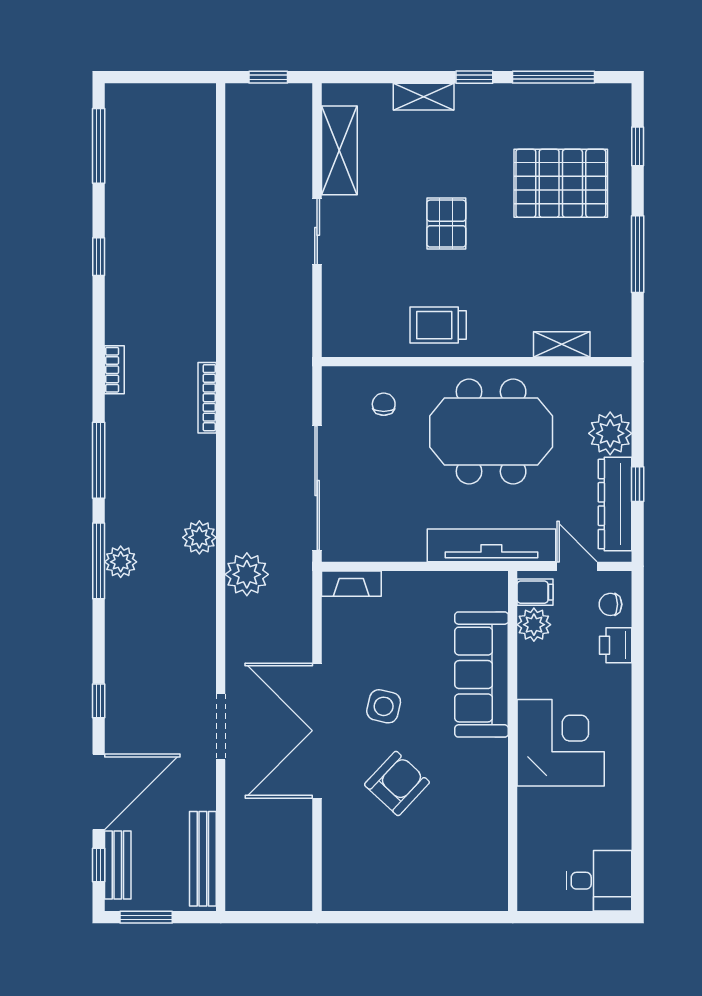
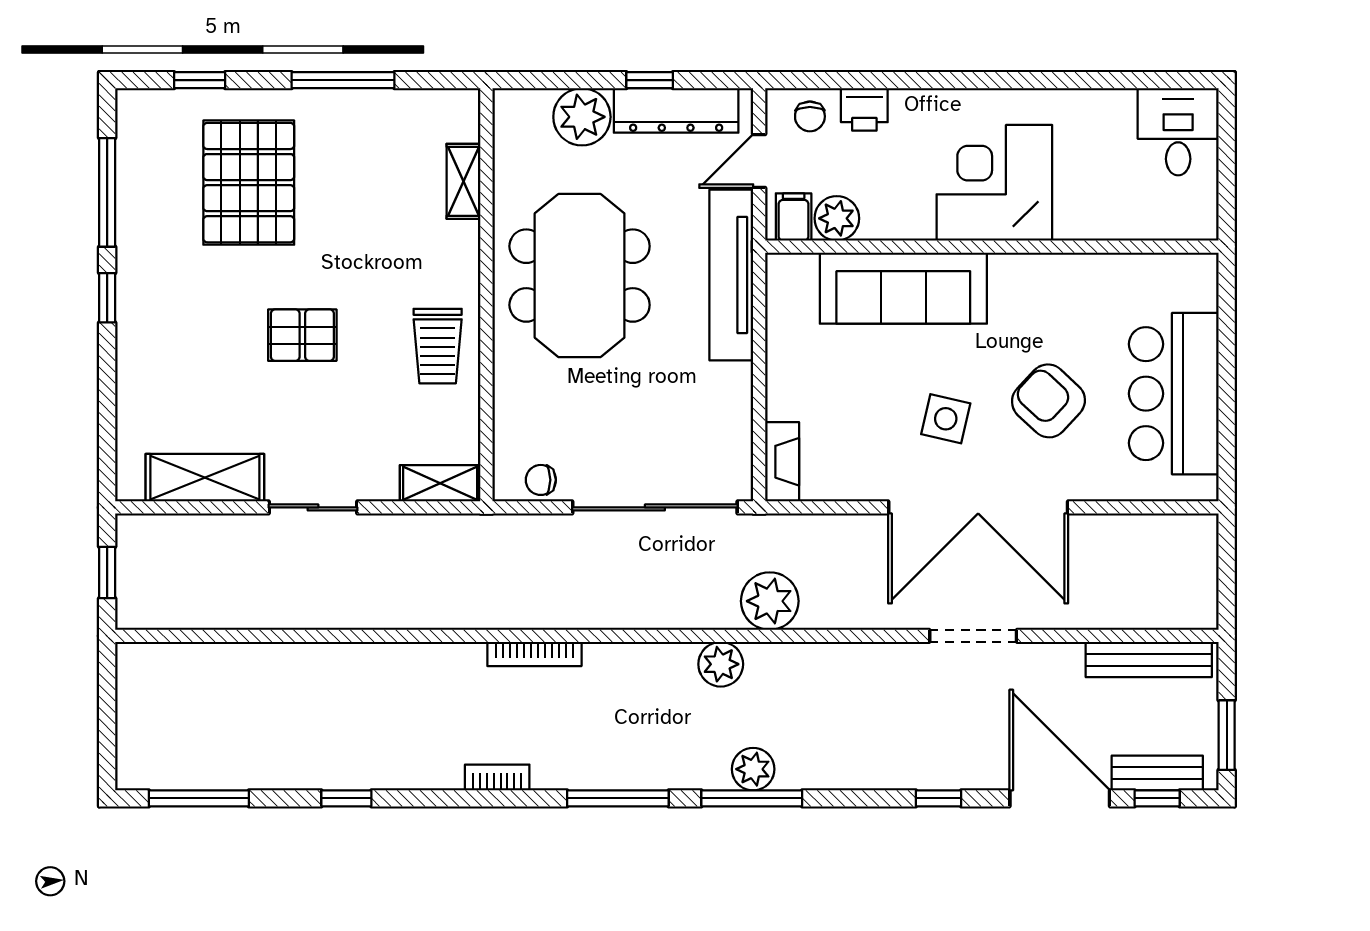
shelving: (424, 97) -> (440, 483), moved, turned 90
chair: (384, 404) -> (541, 480), moved
bar counter: (402, 877) -> (1174, 394), added

